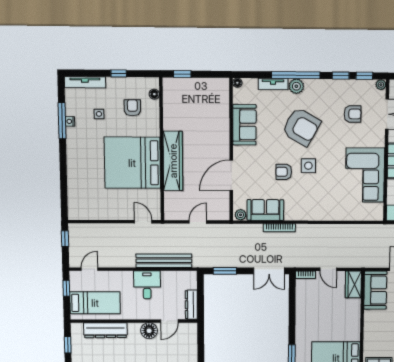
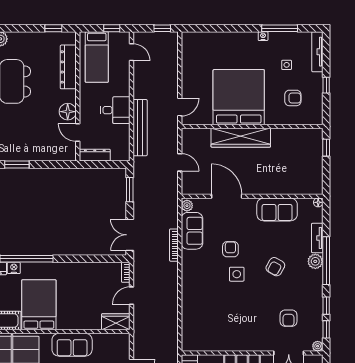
floor lamp: (154, 94) -> (306, 120), removed
nightstand: (70, 121) -> (263, 36), moved
armchair: (301, 127) -> (275, 267), width x0.53, depth x0.53
corner sofa: (365, 175) -> (228, 332), removed
sofa: (375, 290) -> (72, 345), moved

